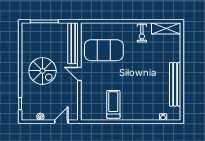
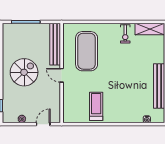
exercise mat: (104, 50) -> (87, 51), turned 90
spiral stairs: (43, 71) -> (24, 72), turned -90

